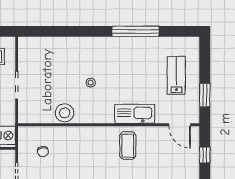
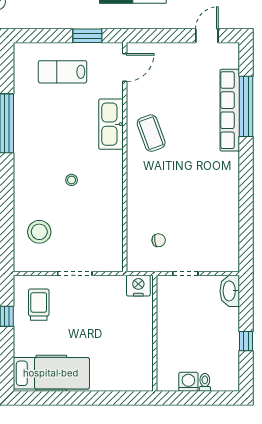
stool: (65, 113) -> (39, 232), moved
coffee table: (128, 146) -> (151, 133), turned 70
window: (205, 155) -> (163, 36), removed

